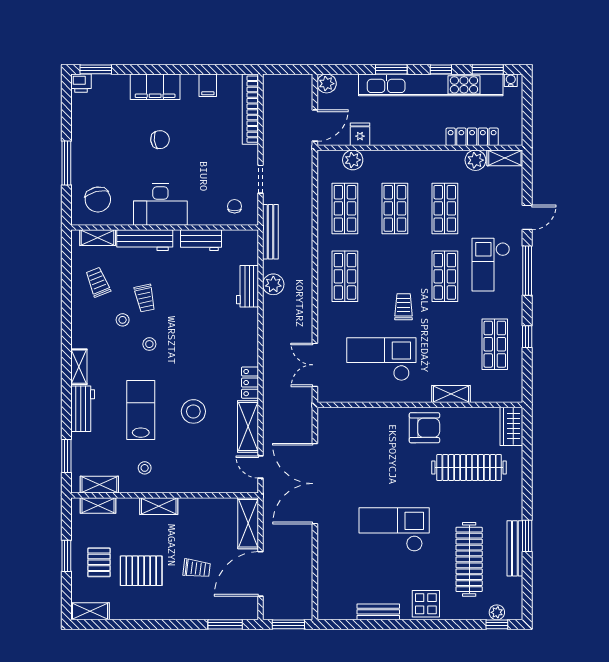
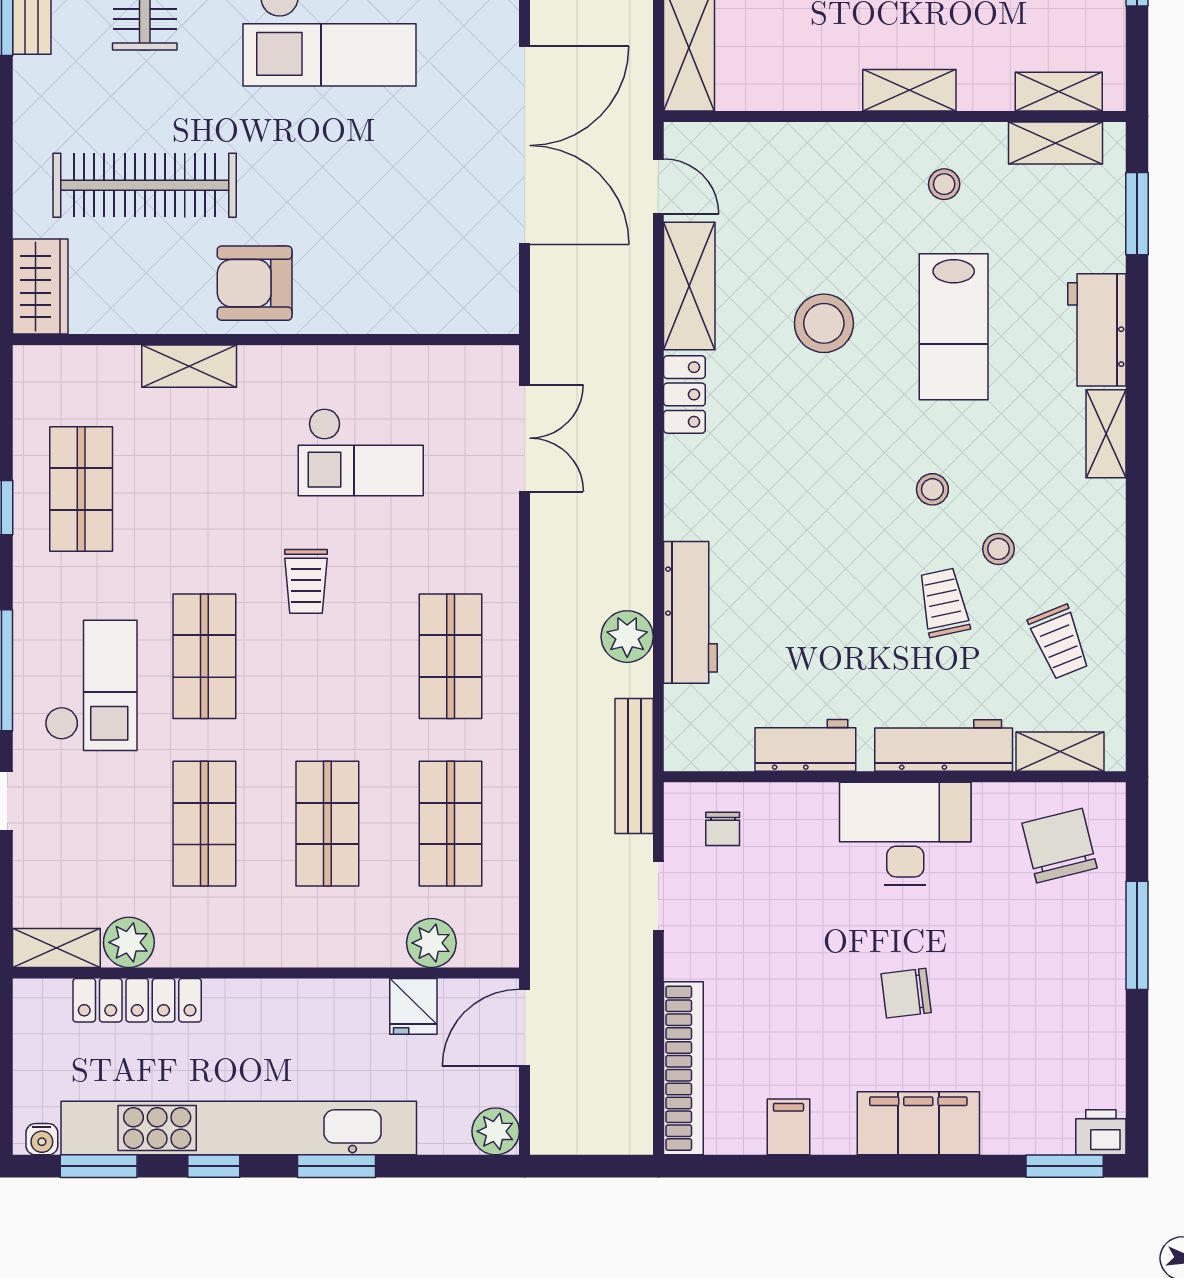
workbench: (248, 286) -> (690, 612), width x1.38
checkout: (381, 359) -> (361, 452), width x0.73, depth x0.83

